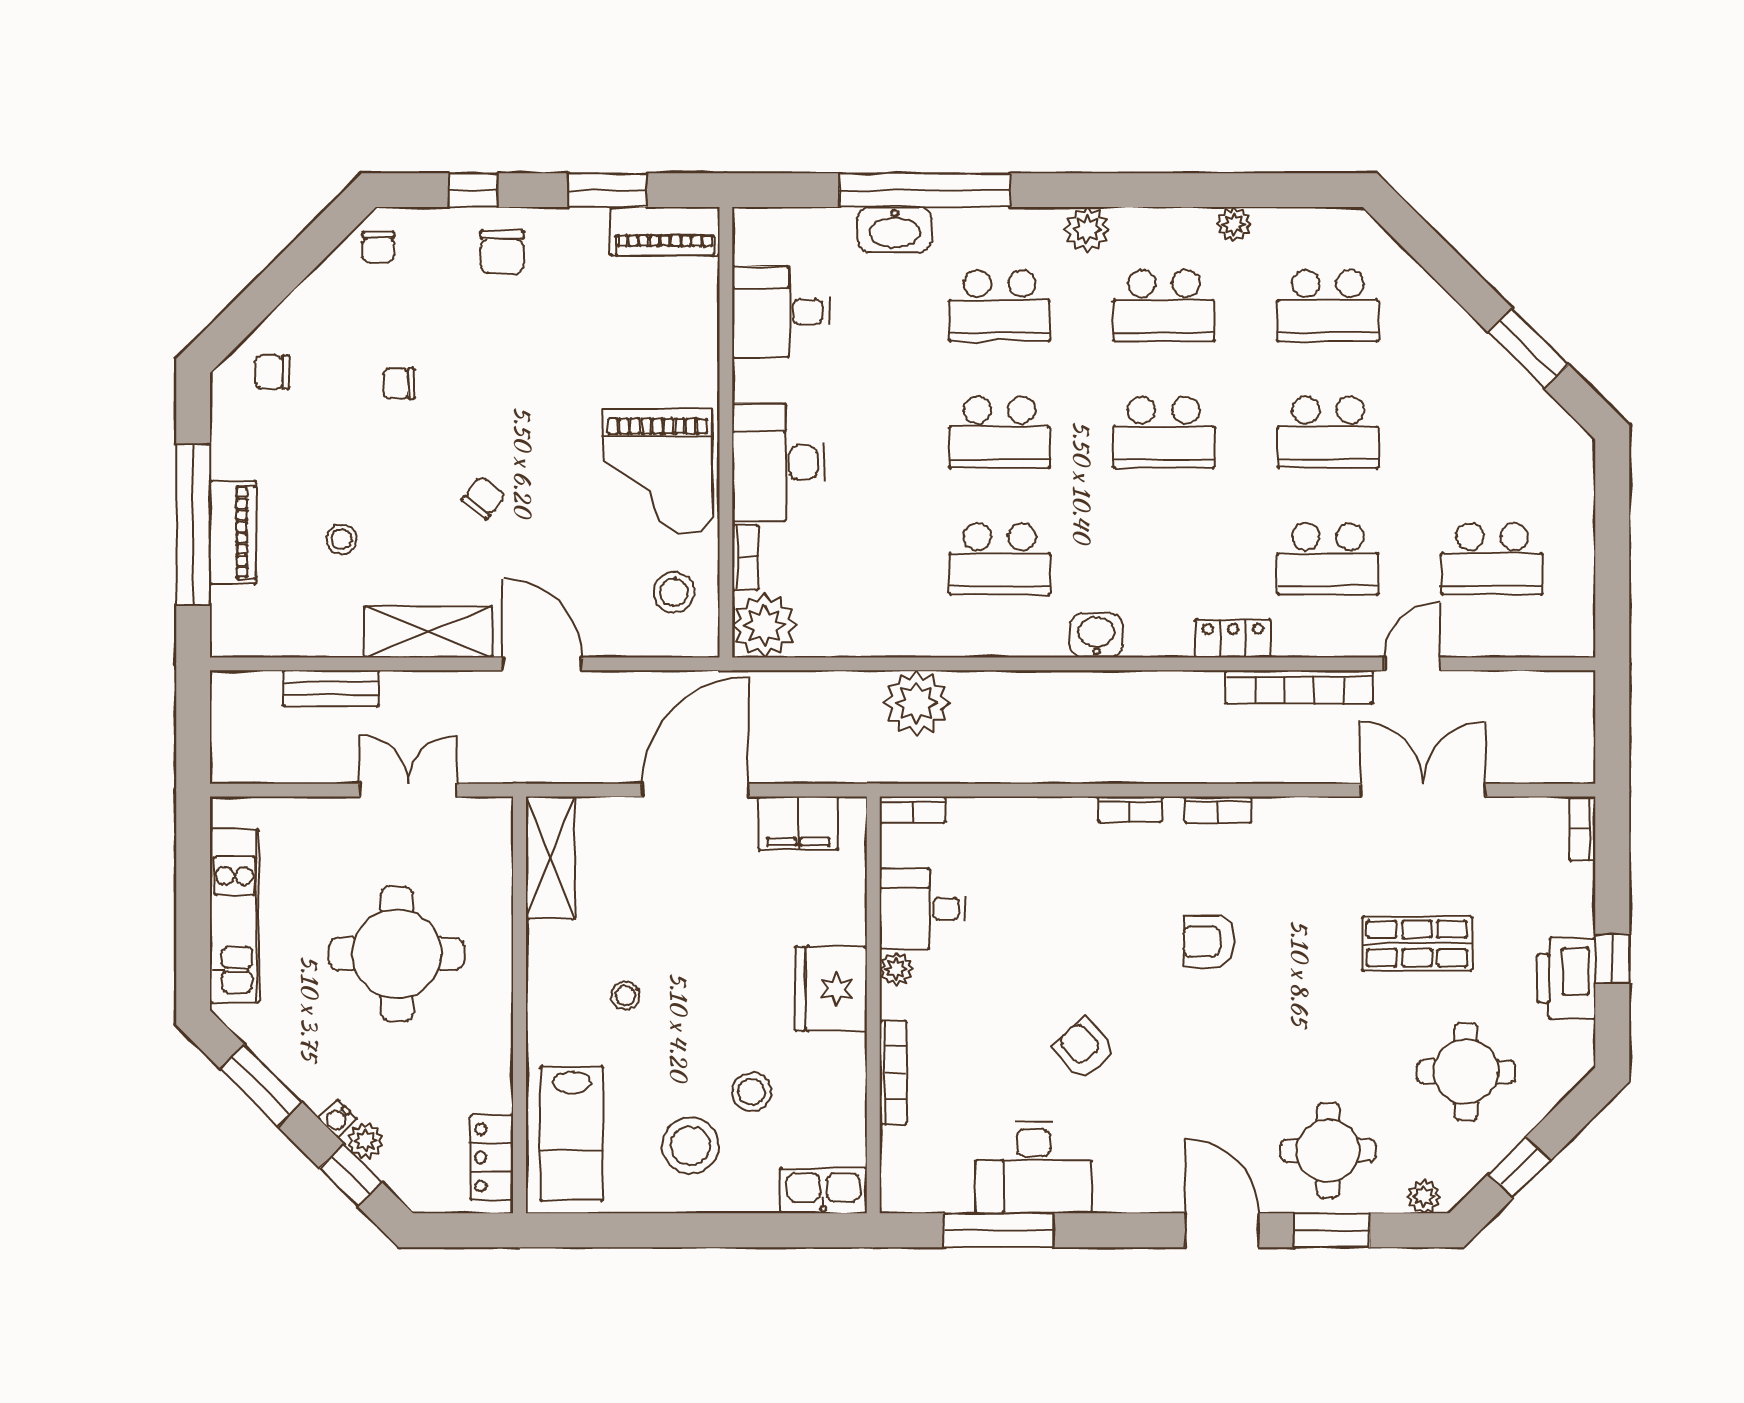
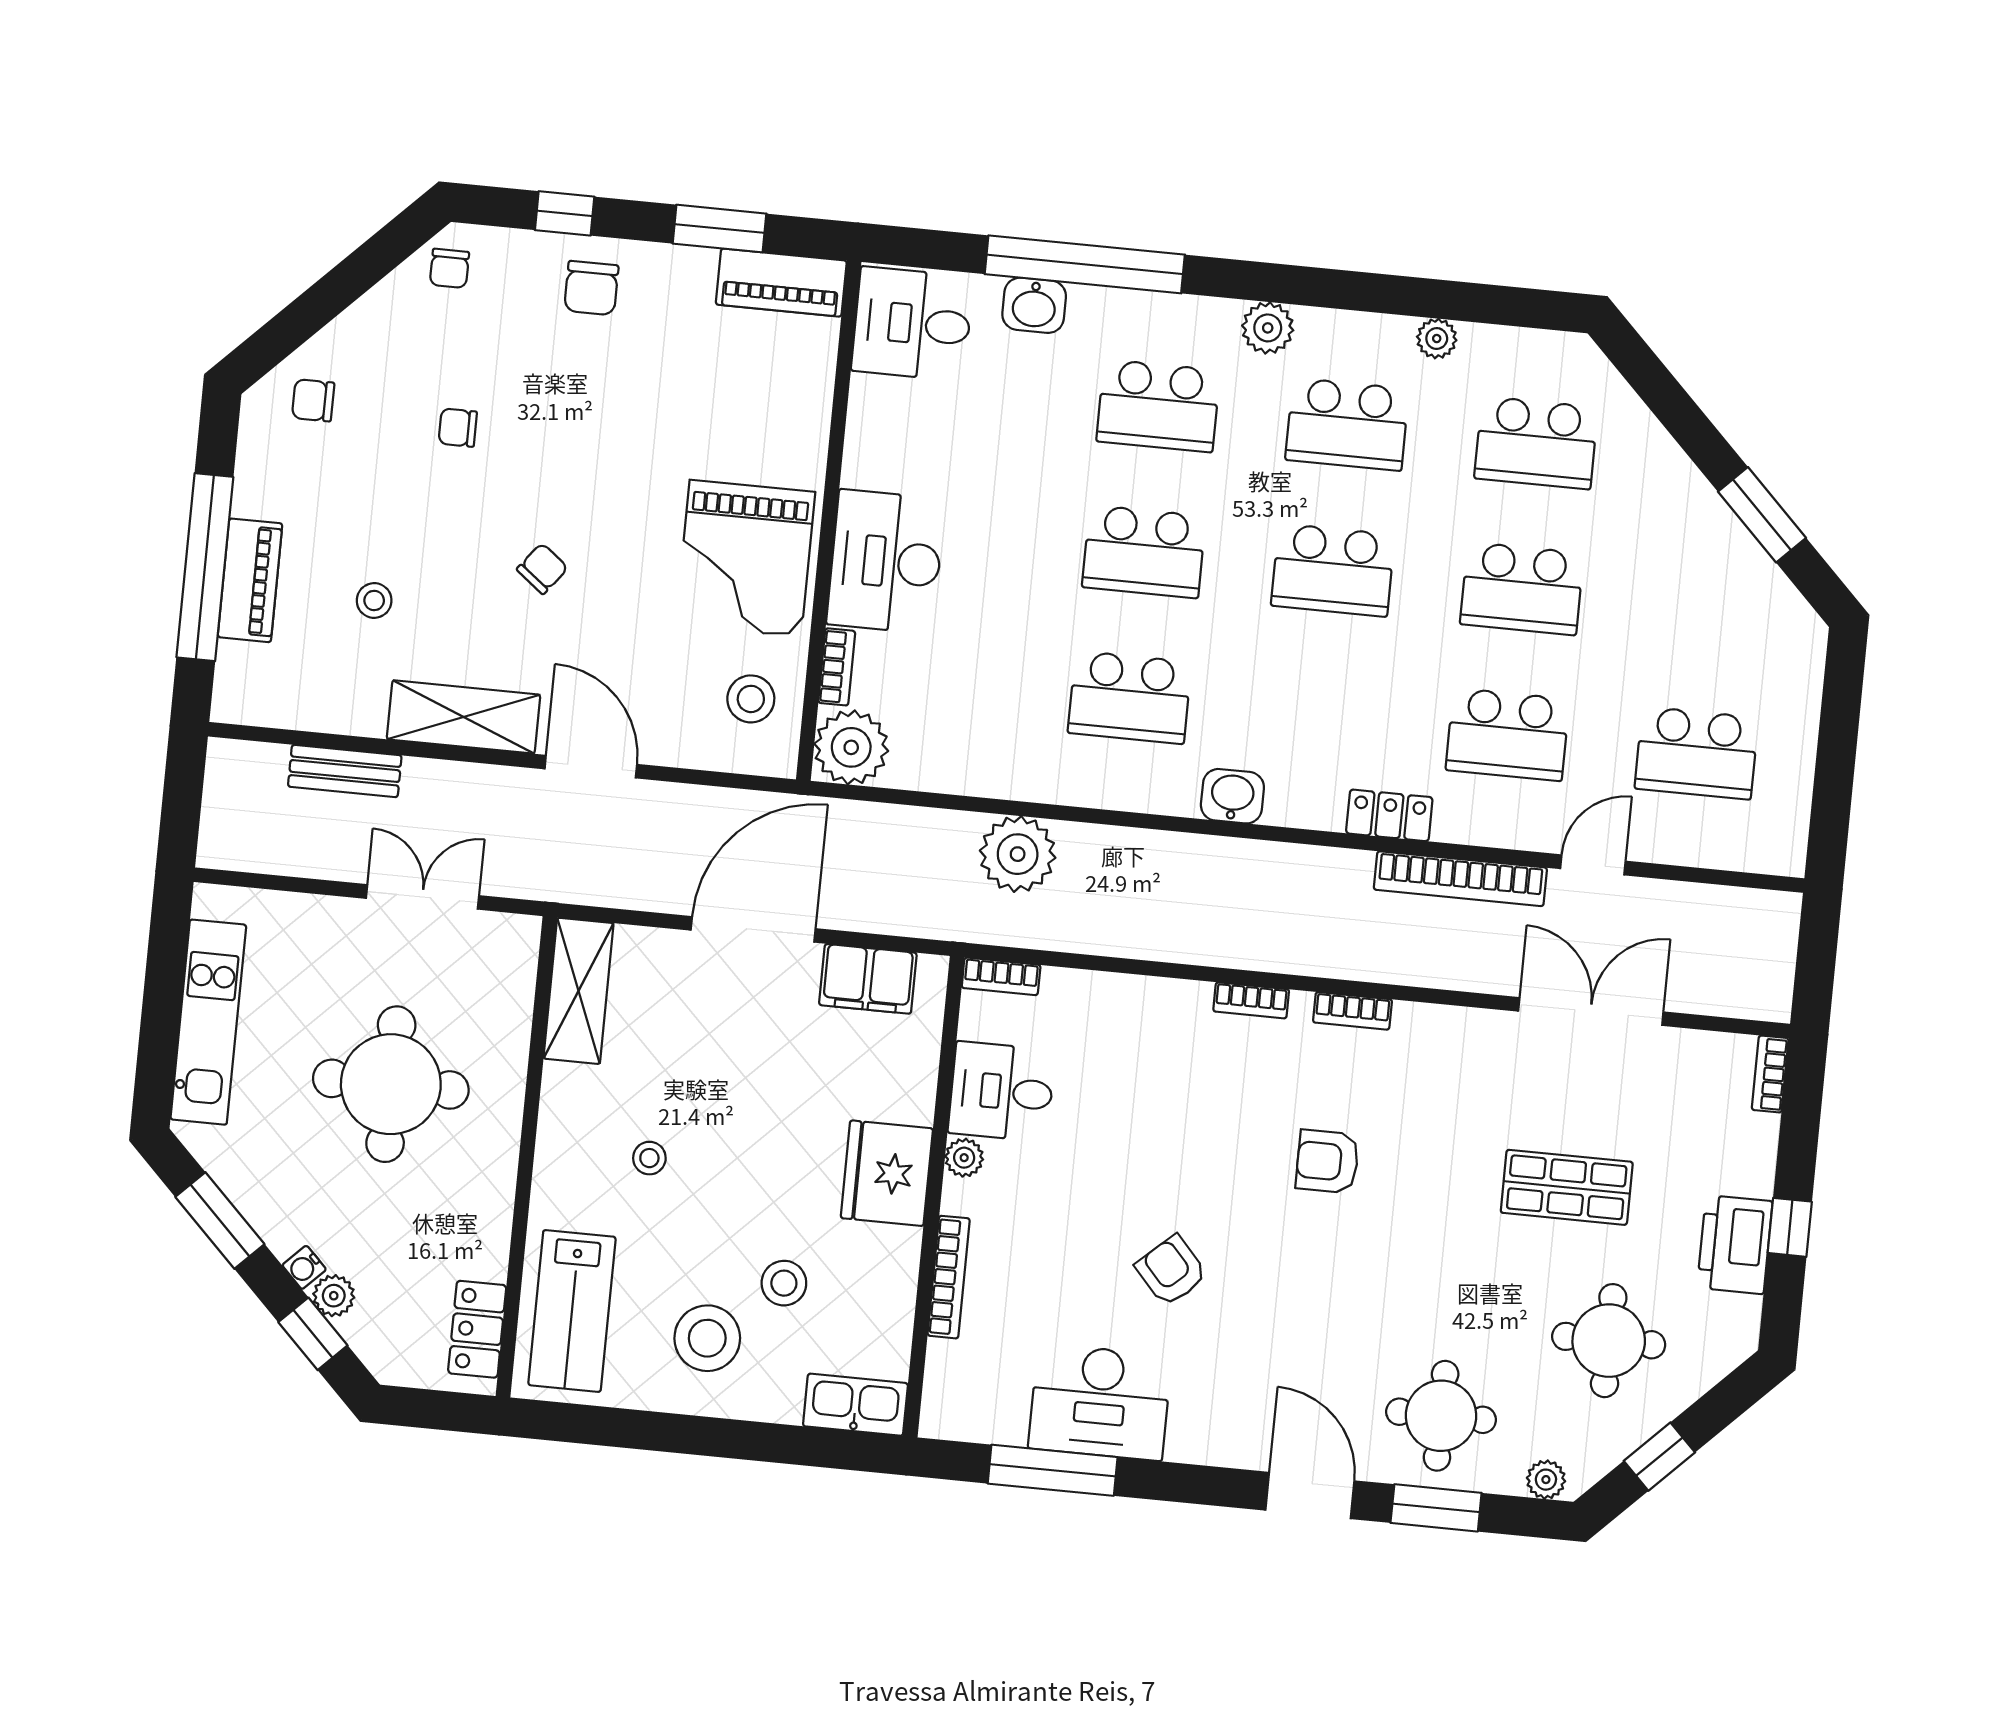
washbasin: (895, 230) -> (1034, 305), width x0.72
desk: (781, 312) -> (912, 324), moved

